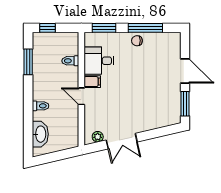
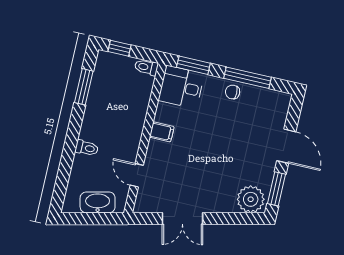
toilet: (70, 61) -> (146, 67), moved
desk: (99, 61) -> (181, 87), moved
door: (81, 96) -> (137, 175), moved
washbasin: (40, 134) -> (98, 202), moved, turned -103
plant: (98, 137) -> (251, 199), moved, width x1.88, depth x1.88

